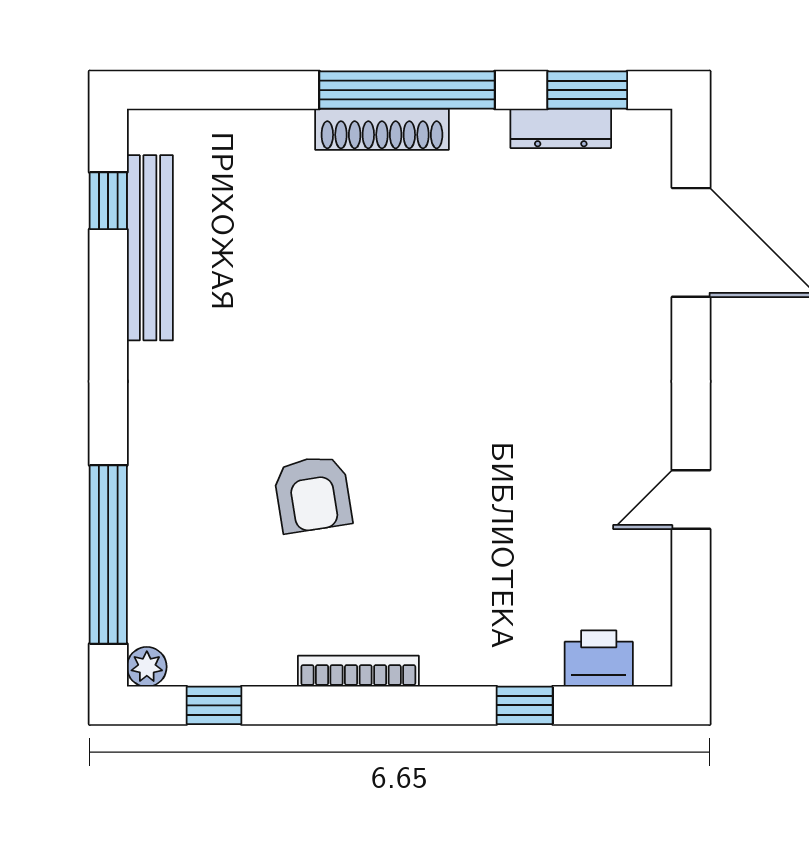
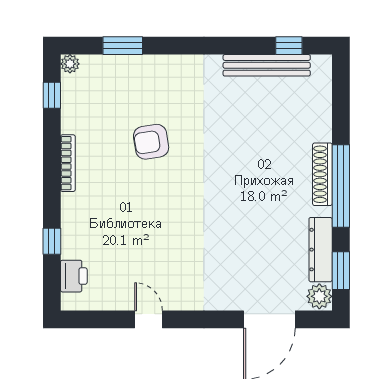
dresser: (561, 128) -> (321, 250), width x1.37, depth x1.24
plant: (642, 136) -> (319, 296), added
window: (108, 554) -> (123, 46), width x0.47

